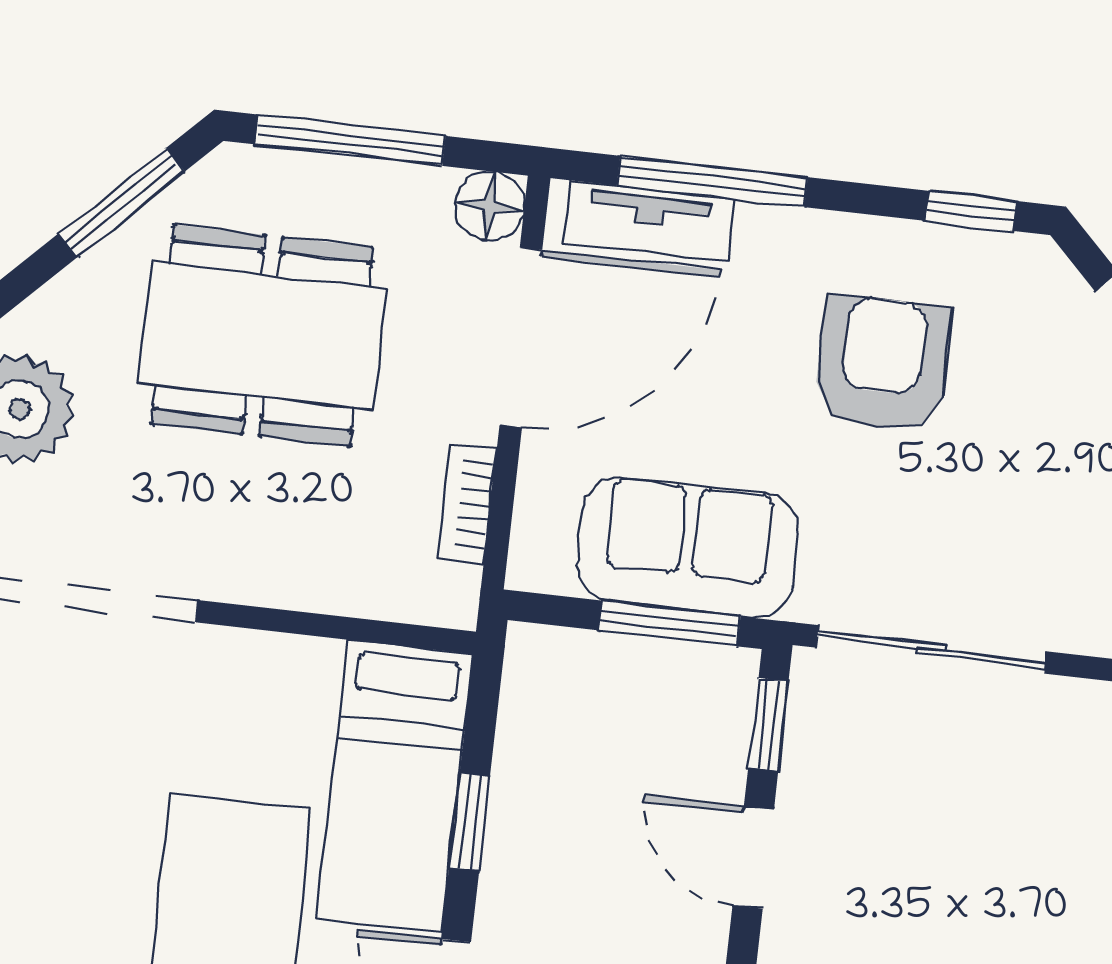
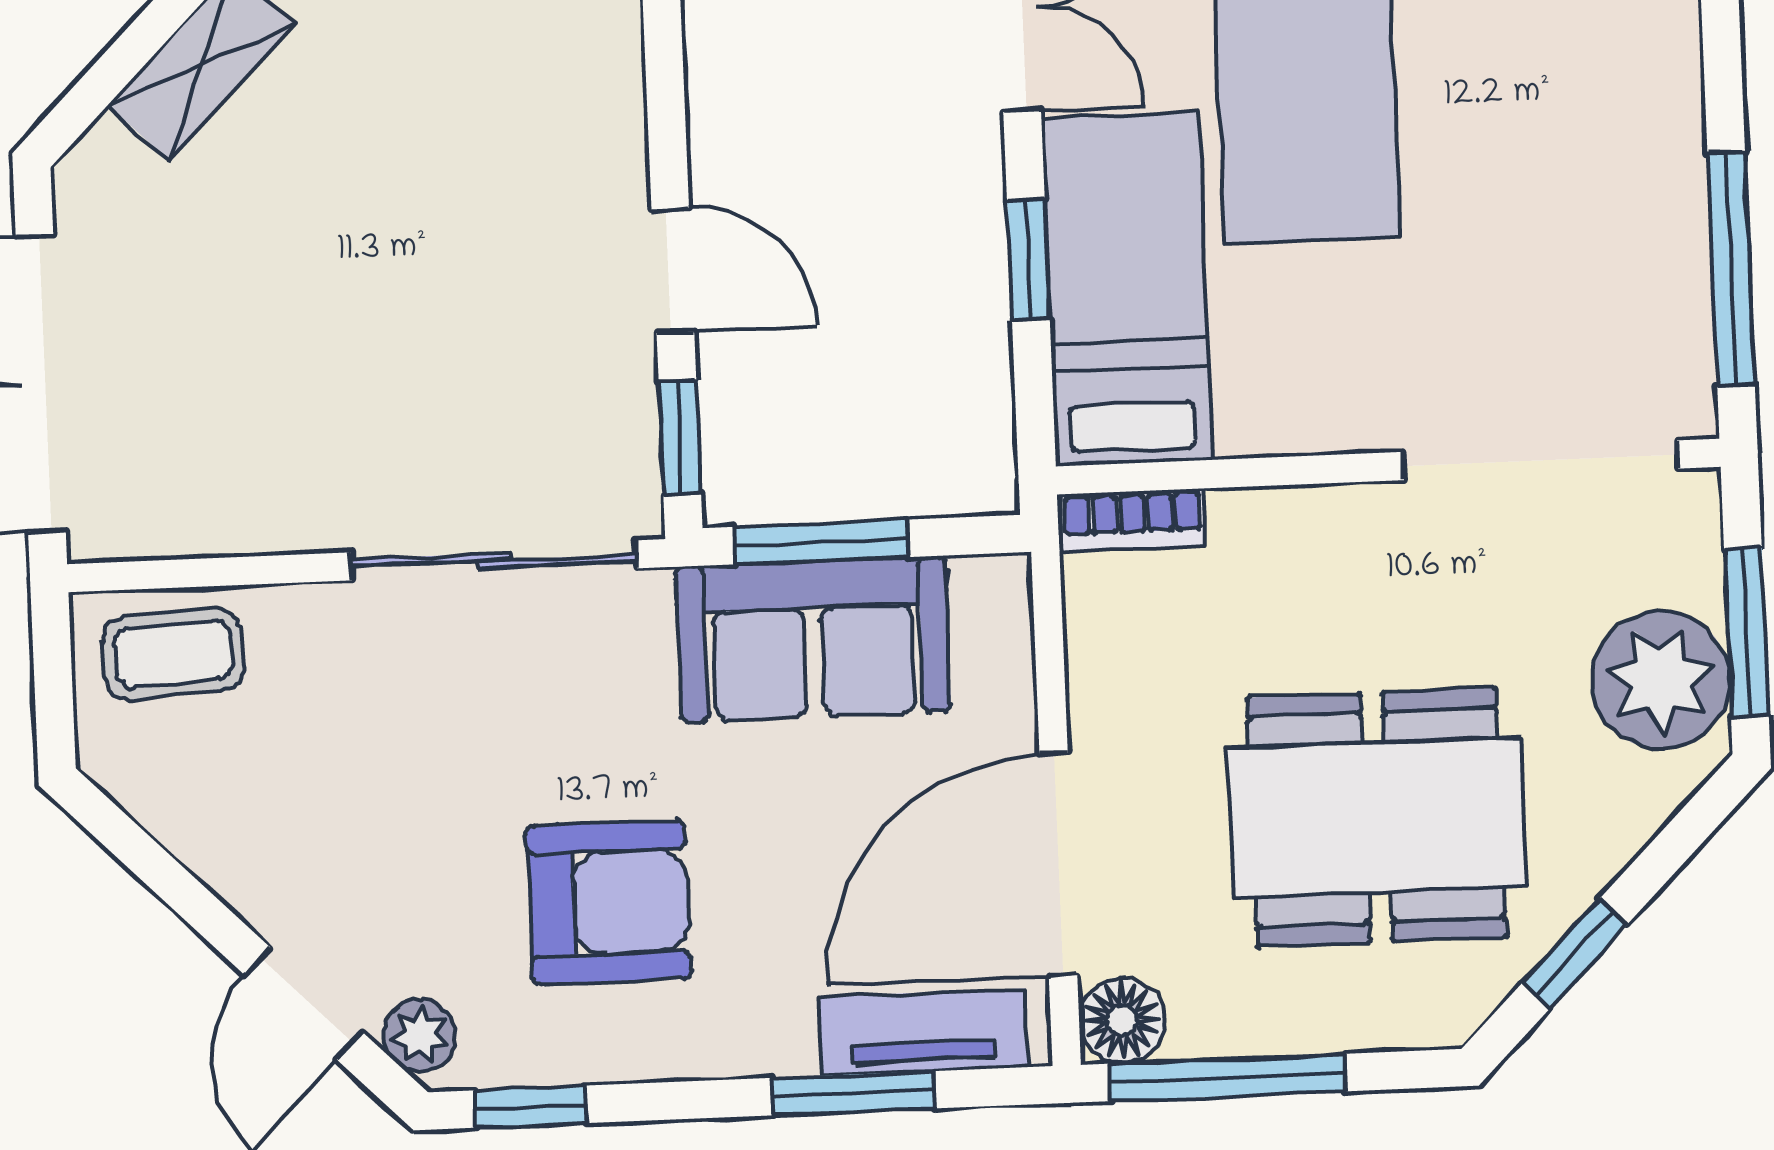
window: (350, 140) -> (1228, 1077), moved
window: (712, 181) -> (853, 1093), width x0.69
window: (122, 203) -> (1575, 954), width x0.67
plant: (1050, 281) -> (420, 1035), added
armchair: (883, 363) -> (609, 902), turned -90
bookcase: (467, 504) -> (1133, 520), moved, turned 90

